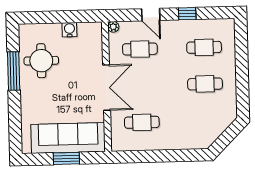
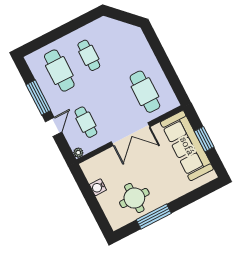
window: (187, 14) -> (38, 98), width x2.17
cafe table: (204, 47) -> (59, 71), width x1.37, depth x1.35
double door: (107, 88) -> (131, 134), swing flipped
cafe table: (142, 122) -> (145, 92), width x1.37, depth x1.35

